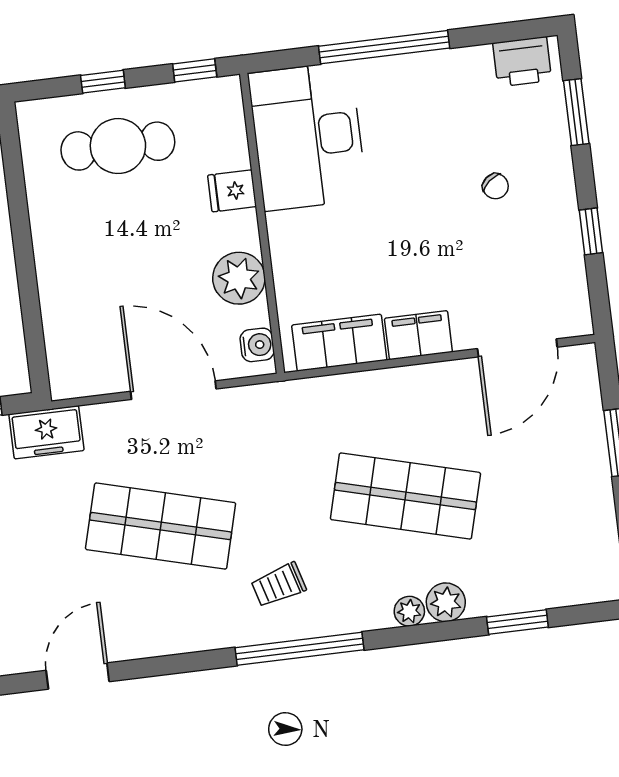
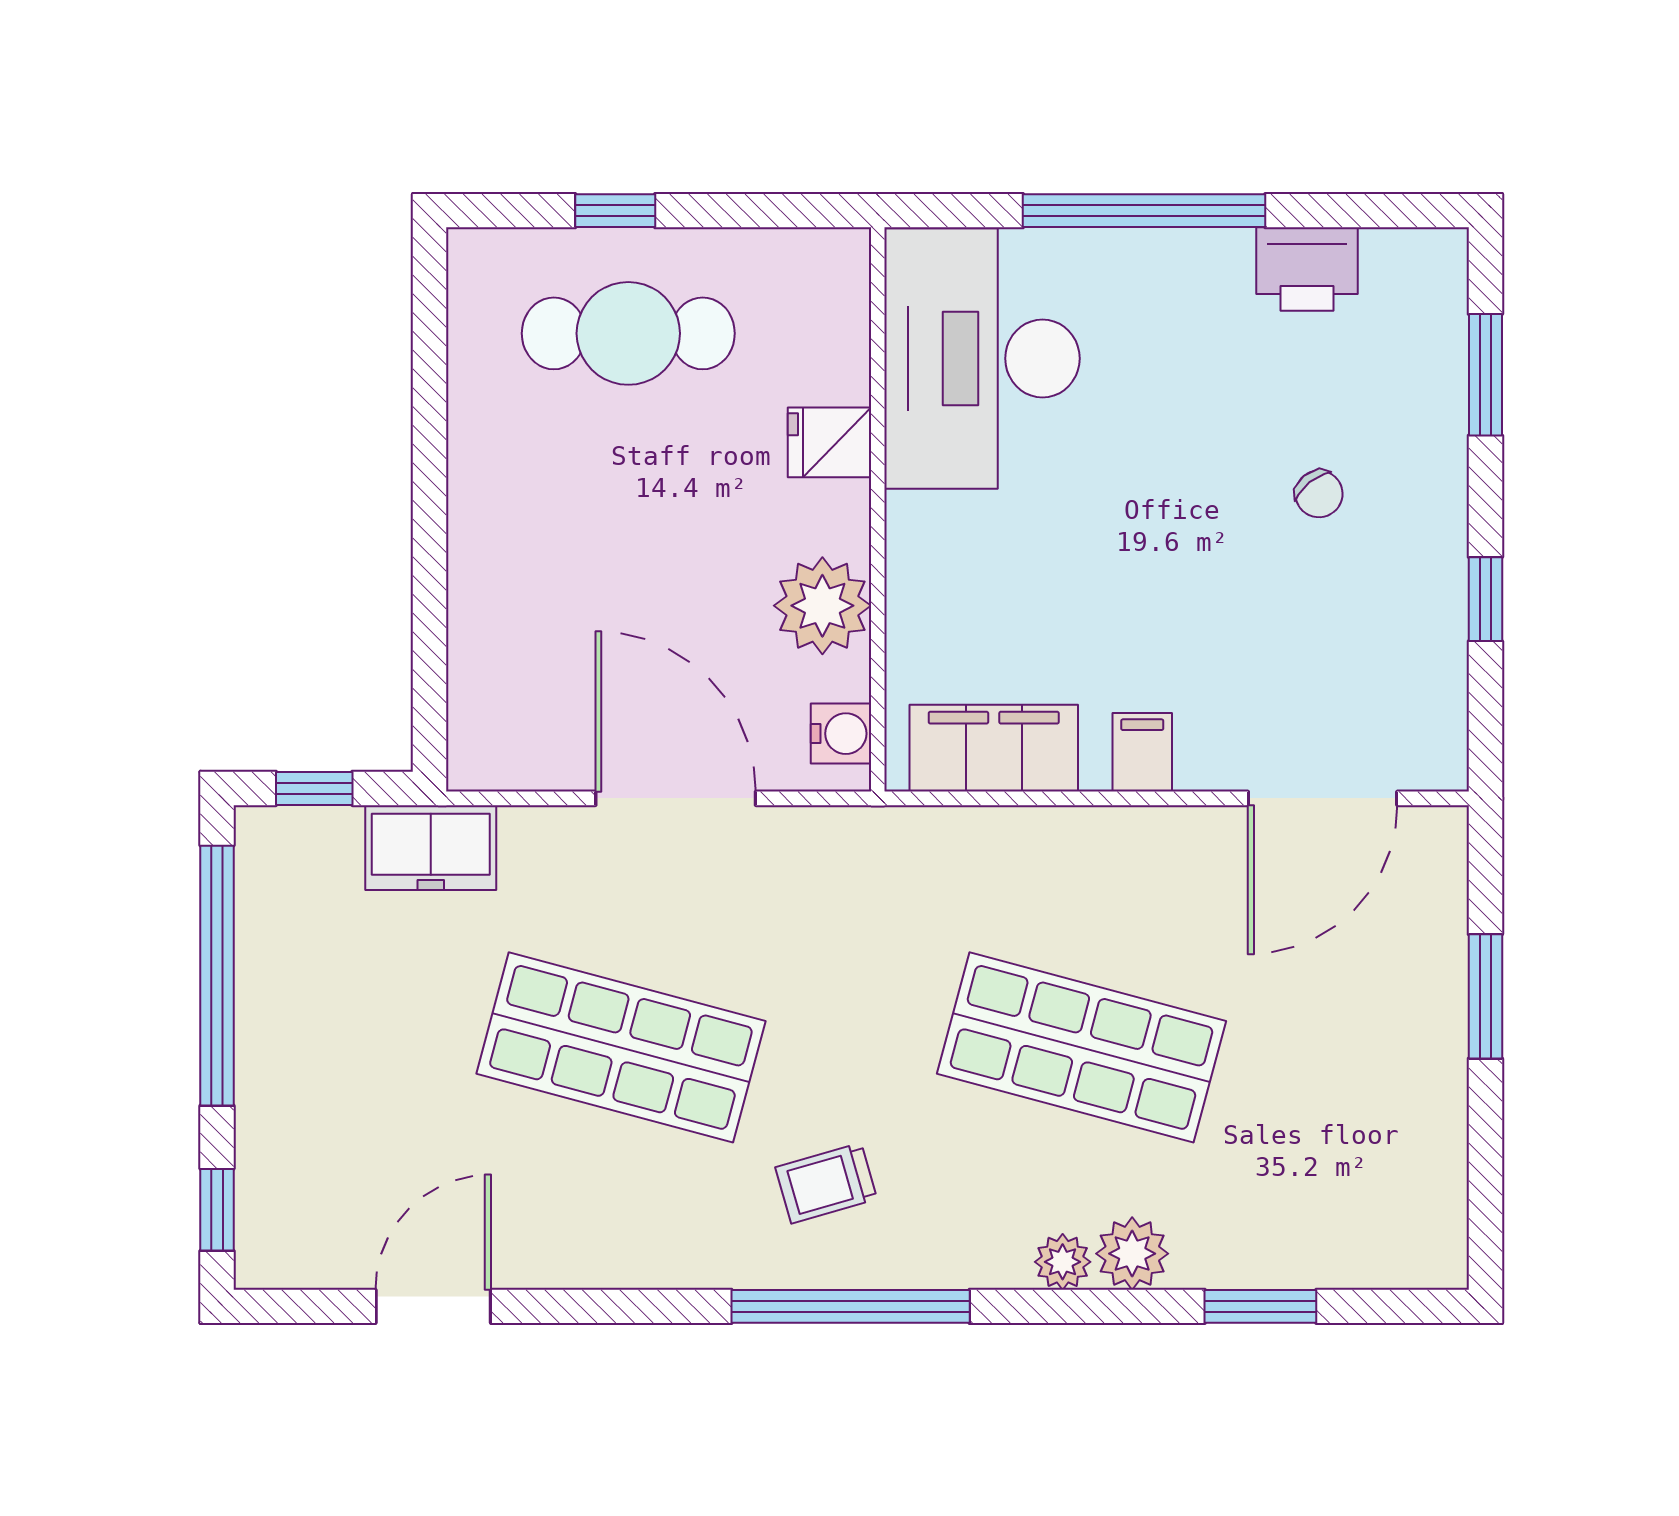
printer: (522, 62) -> (1307, 269), moved
window: (195, 70) -> (788, 211), removed
filing cabinet: (418, 335) -> (1142, 752), width x0.50

